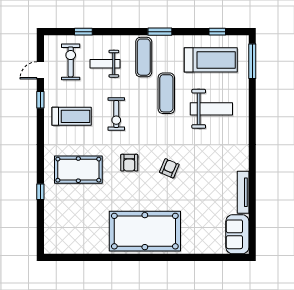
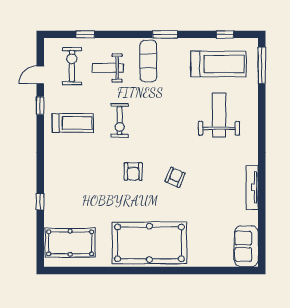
exercise mat: (166, 93) -> (172, 99), removed
weight bench: (211, 109) -> (219, 115), turned -90
pool table: (78, 170) -> (70, 243), moved
tv unit: (243, 192) -> (252, 188), moved

